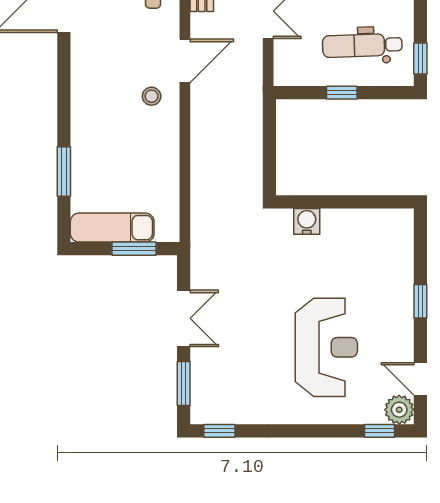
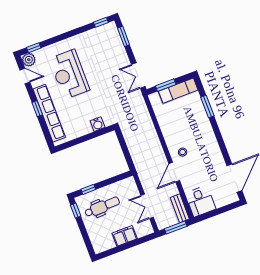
window: (342, 93) -> (88, 189), moved
row of seats: (399, 282) -> (49, 113), added
double door: (184, 318) -> (138, 76), moved

